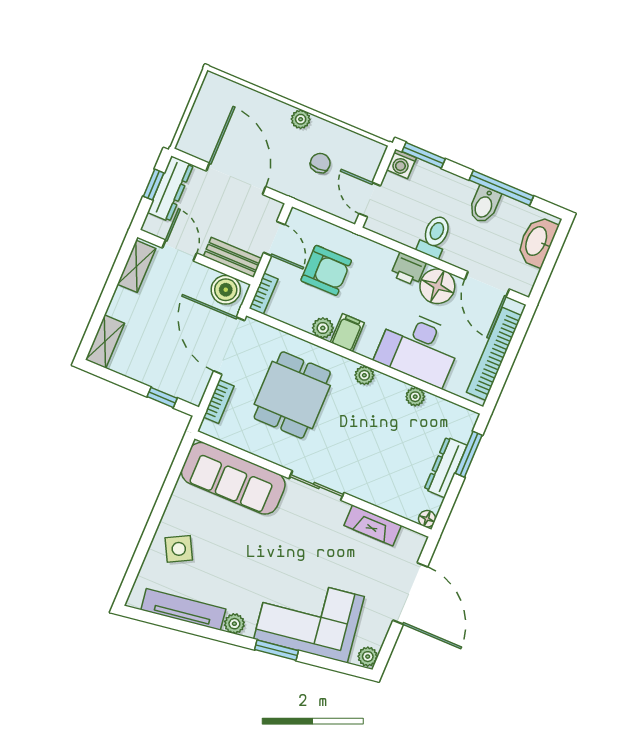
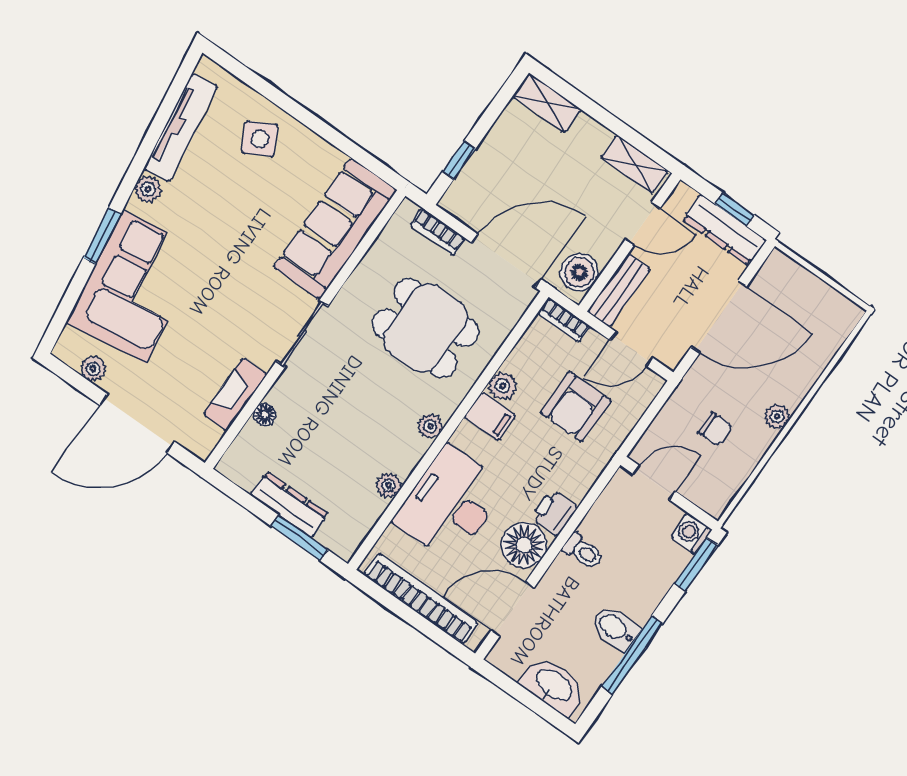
toilet: (435, 236) -> (583, 551), width x0.73, depth x0.72
floor lamp: (427, 519) -> (265, 414), moved
plant: (368, 657) -> (93, 369), moved

